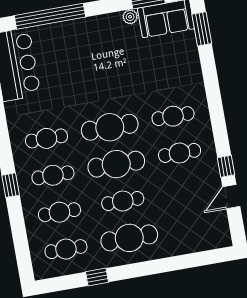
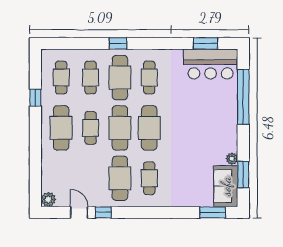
cafe table: (180, 153) -> (120, 178), width x1.37, depth x1.35
cafe table: (53, 175) -> (120, 77), width x1.37, depth x1.35
plant: (222, 238) -> (48, 199), added

